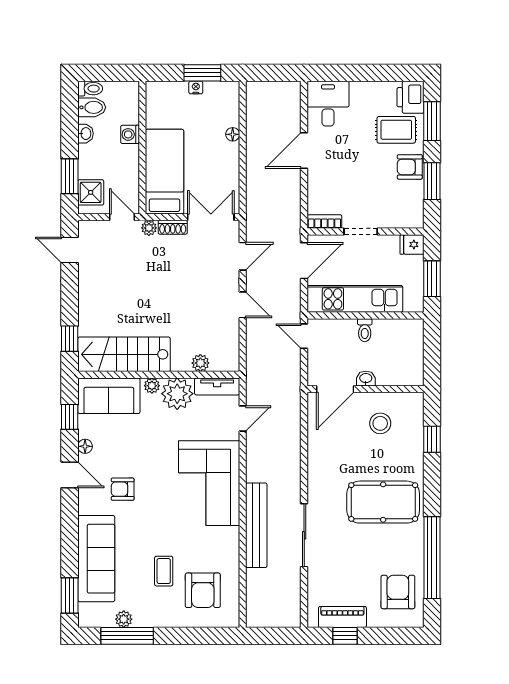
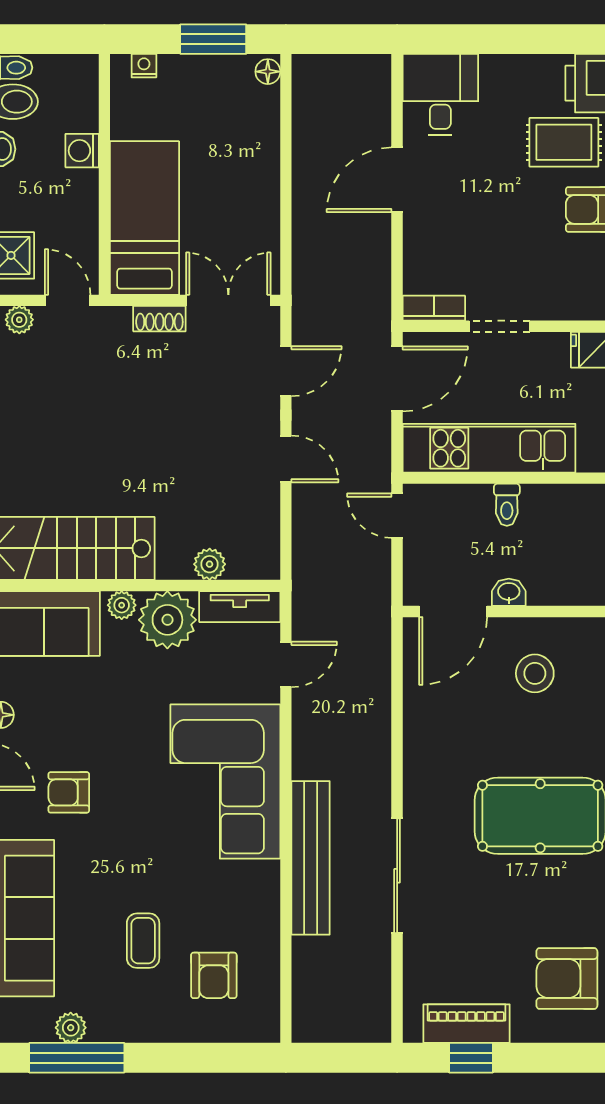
nightstand: (196, 88) -> (144, 66), moved
floor lamp: (233, 134) -> (268, 72), moved
plant: (149, 228) -> (19, 320), moved
armchair: (203, 590) -> (214, 975), width x0.72, depth x0.72
armchair: (398, 592) -> (567, 978), turned -90

